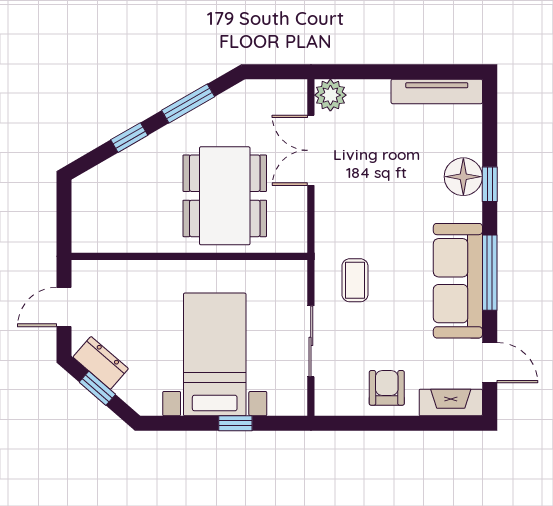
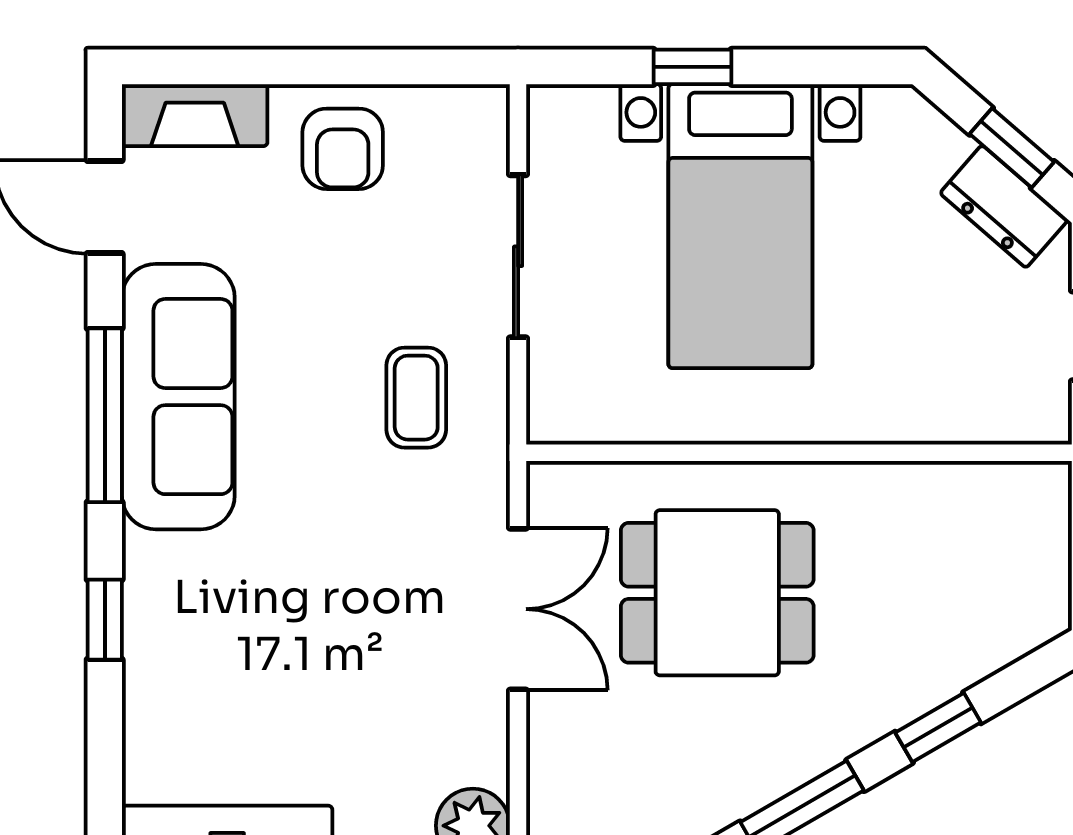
double door: (311, 150) -> (518, 609), moved
floor lamp: (463, 177) -> (166, 637), removed
dining table: (225, 196) -> (717, 593), width x0.73

